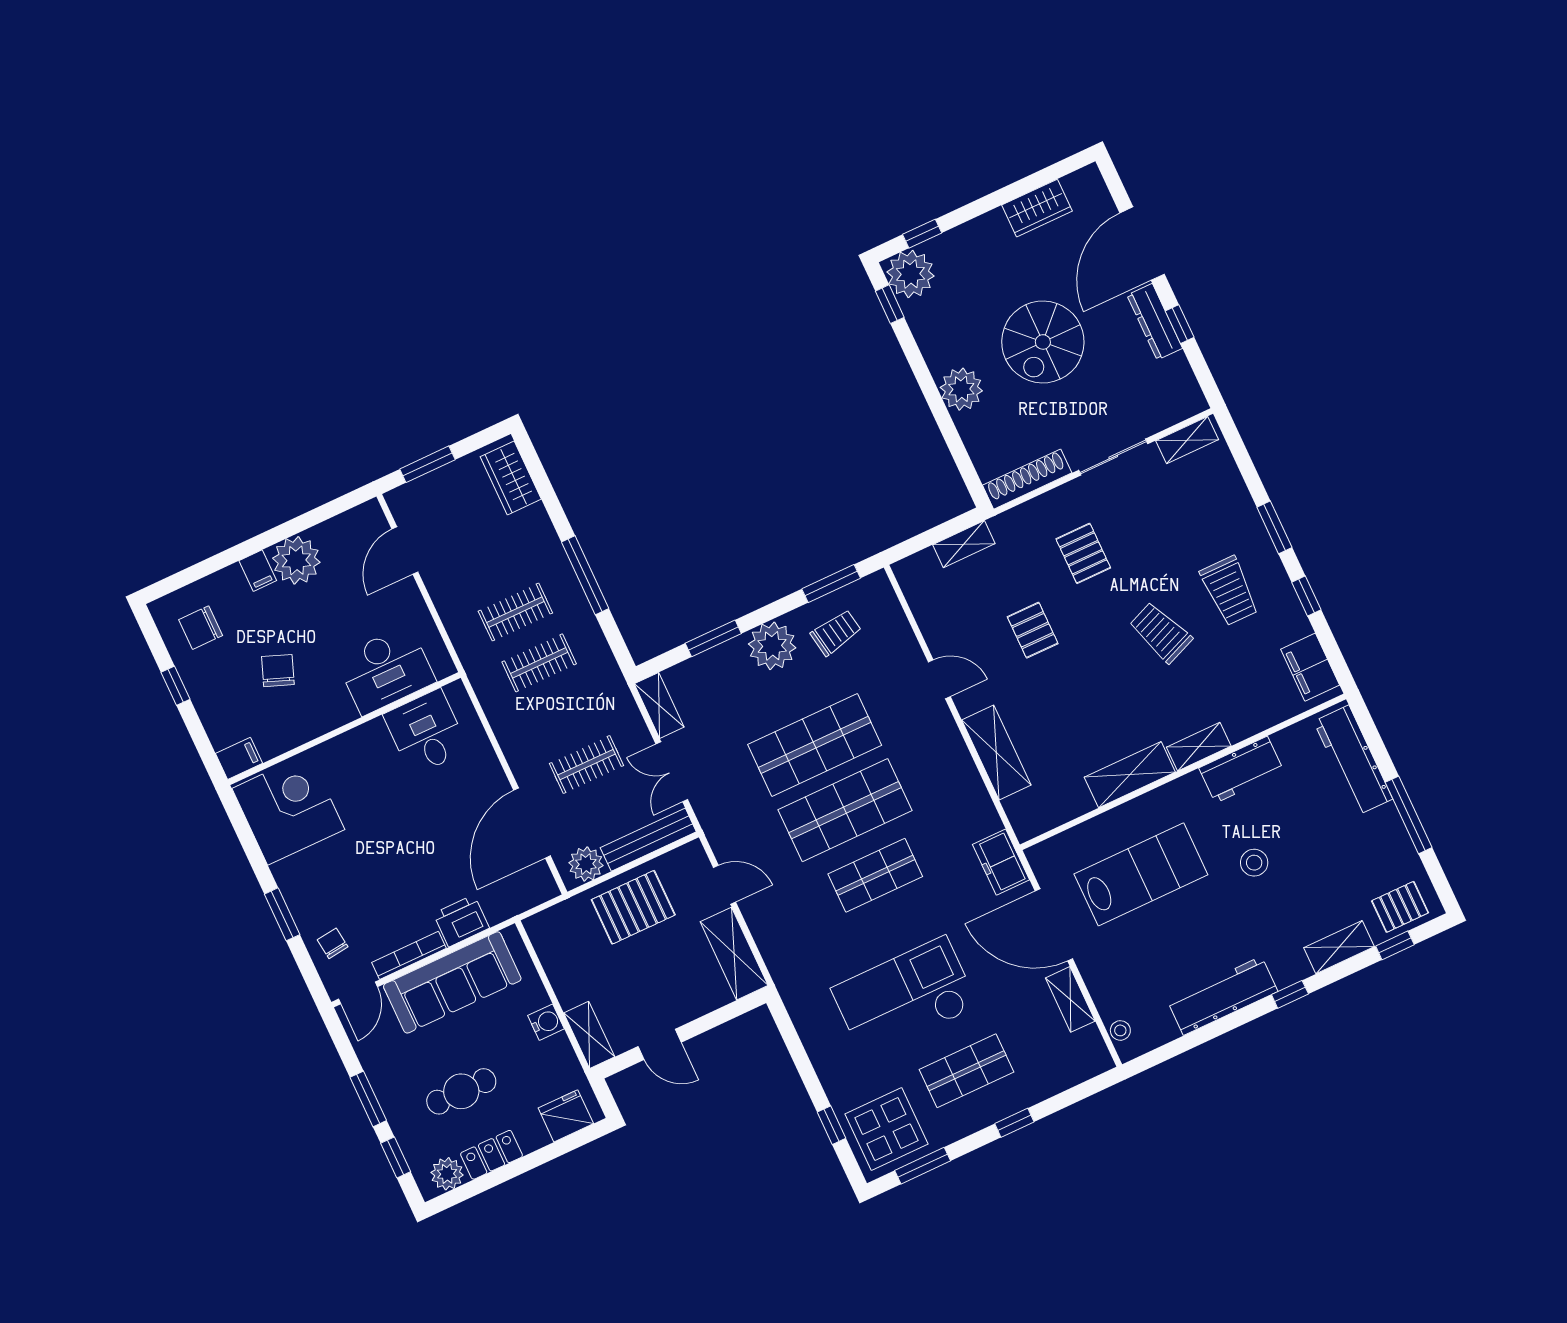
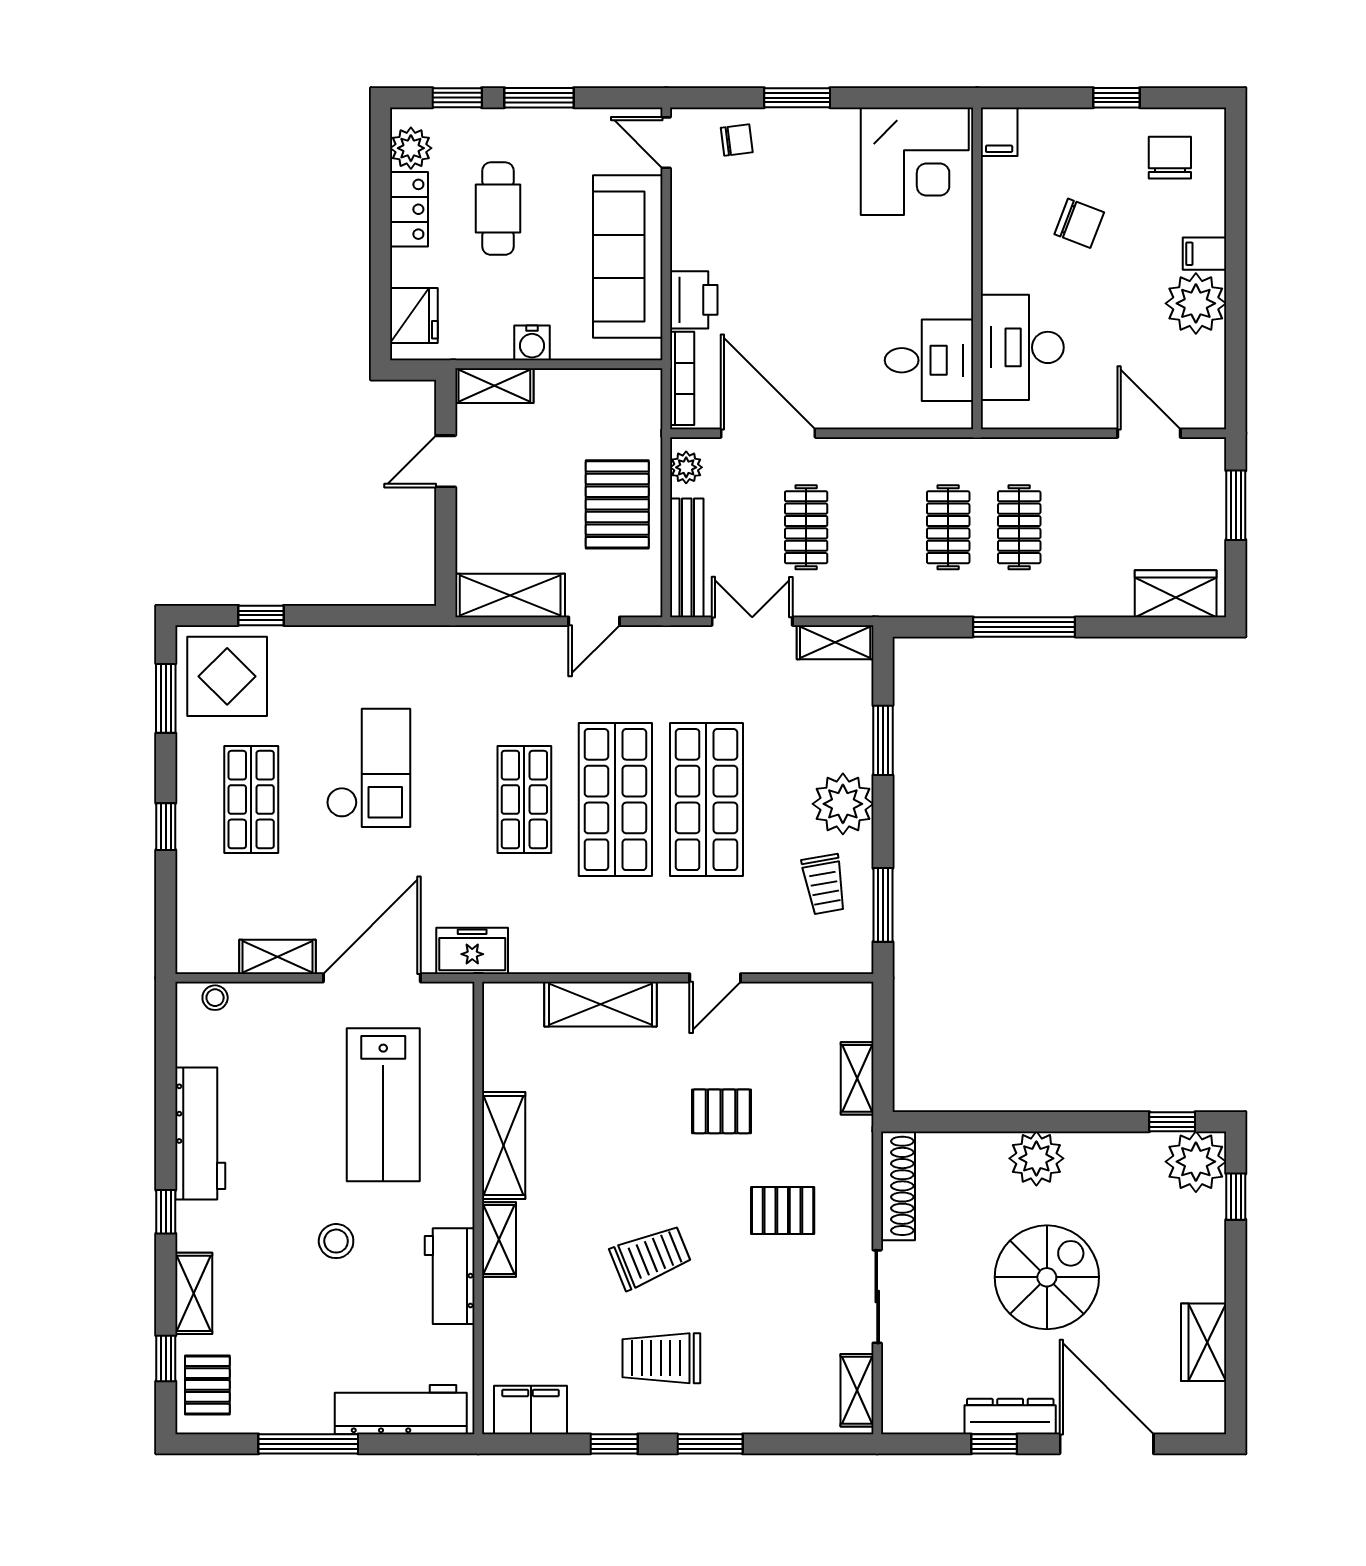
spiral stairs: (1043, 342) -> (1047, 1277), turned 90
plant: (586, 864) -> (686, 467), width x0.73, depth x0.73
bookcase: (409, 955) -> (682, 378), moved
checkout: (905, 997) -> (369, 768), width x0.73, depth x0.83

